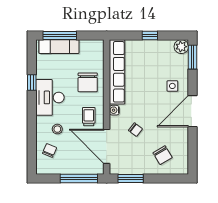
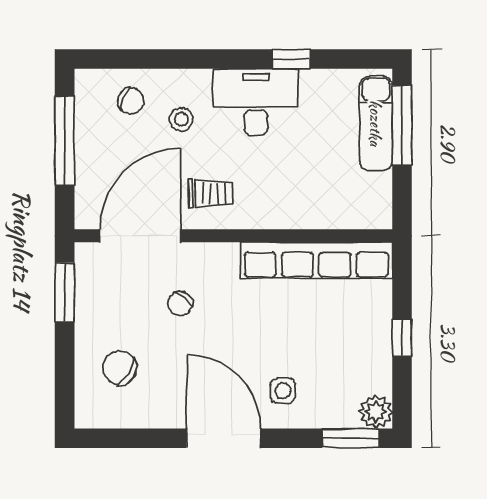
chair: (88, 82) -> (292, 191), removed
water cooler: (114, 110) -> (226, 254), removed
chair: (163, 155) -> (120, 368), turned 63
window: (79, 179) -> (65, 140), moved

